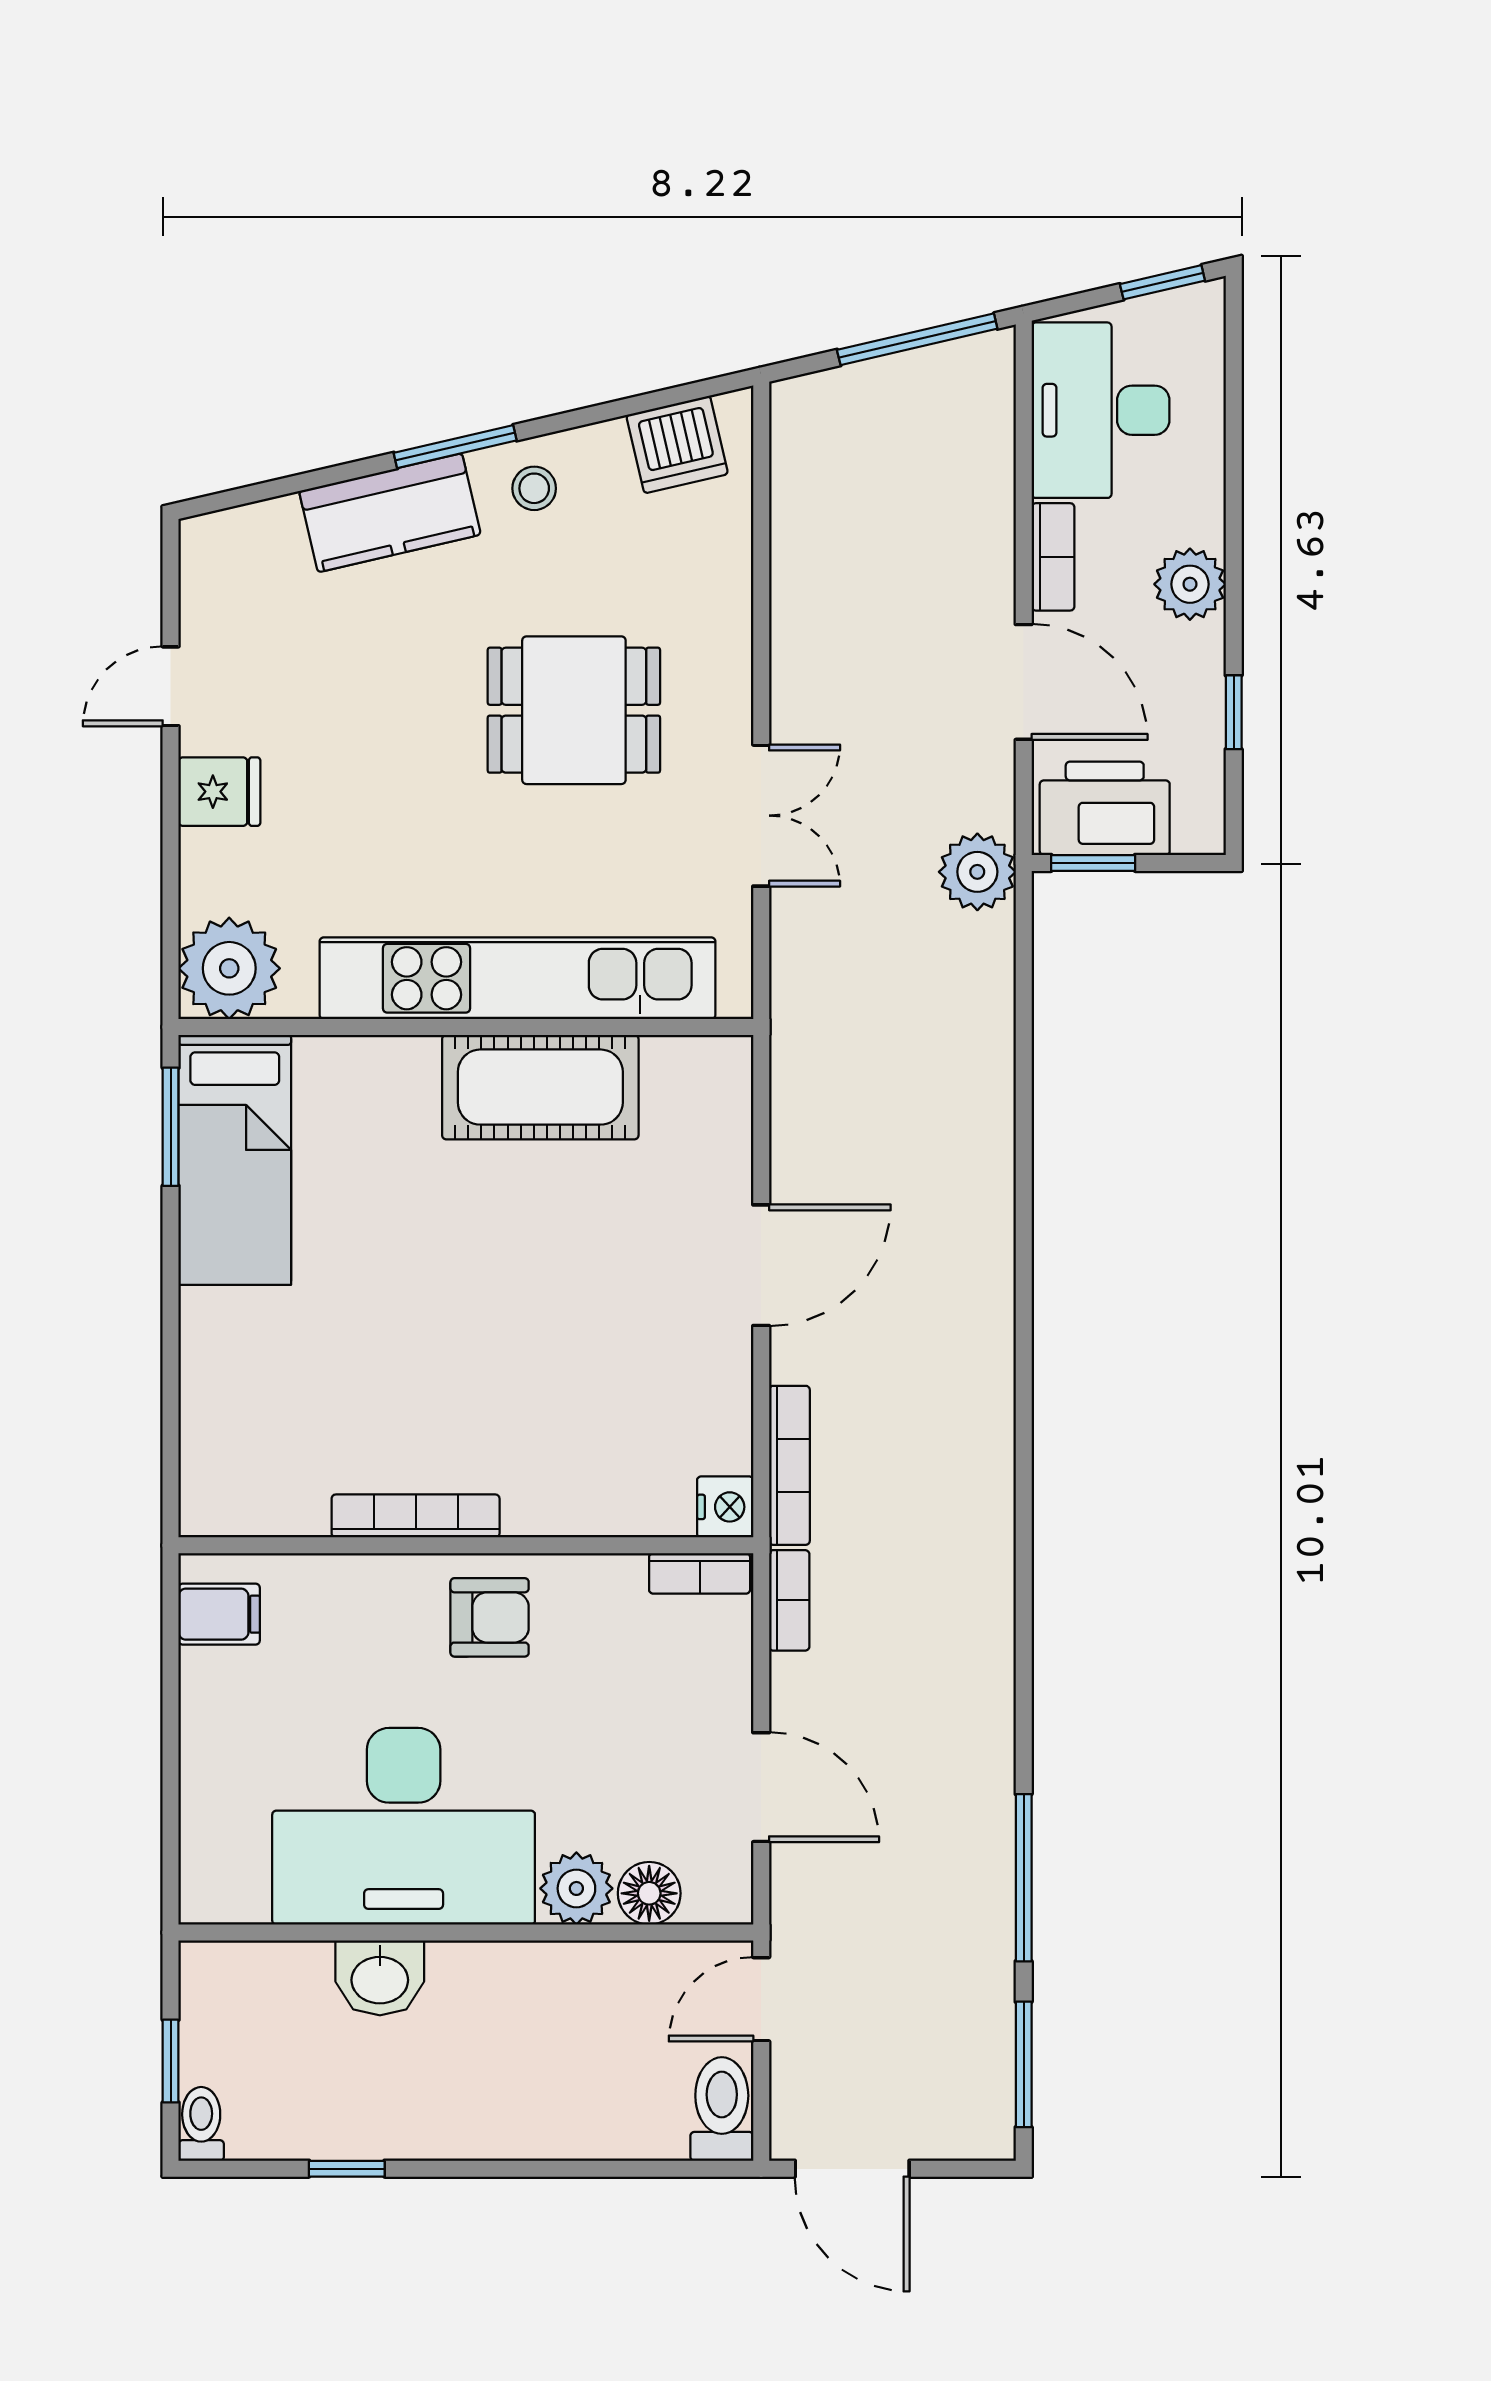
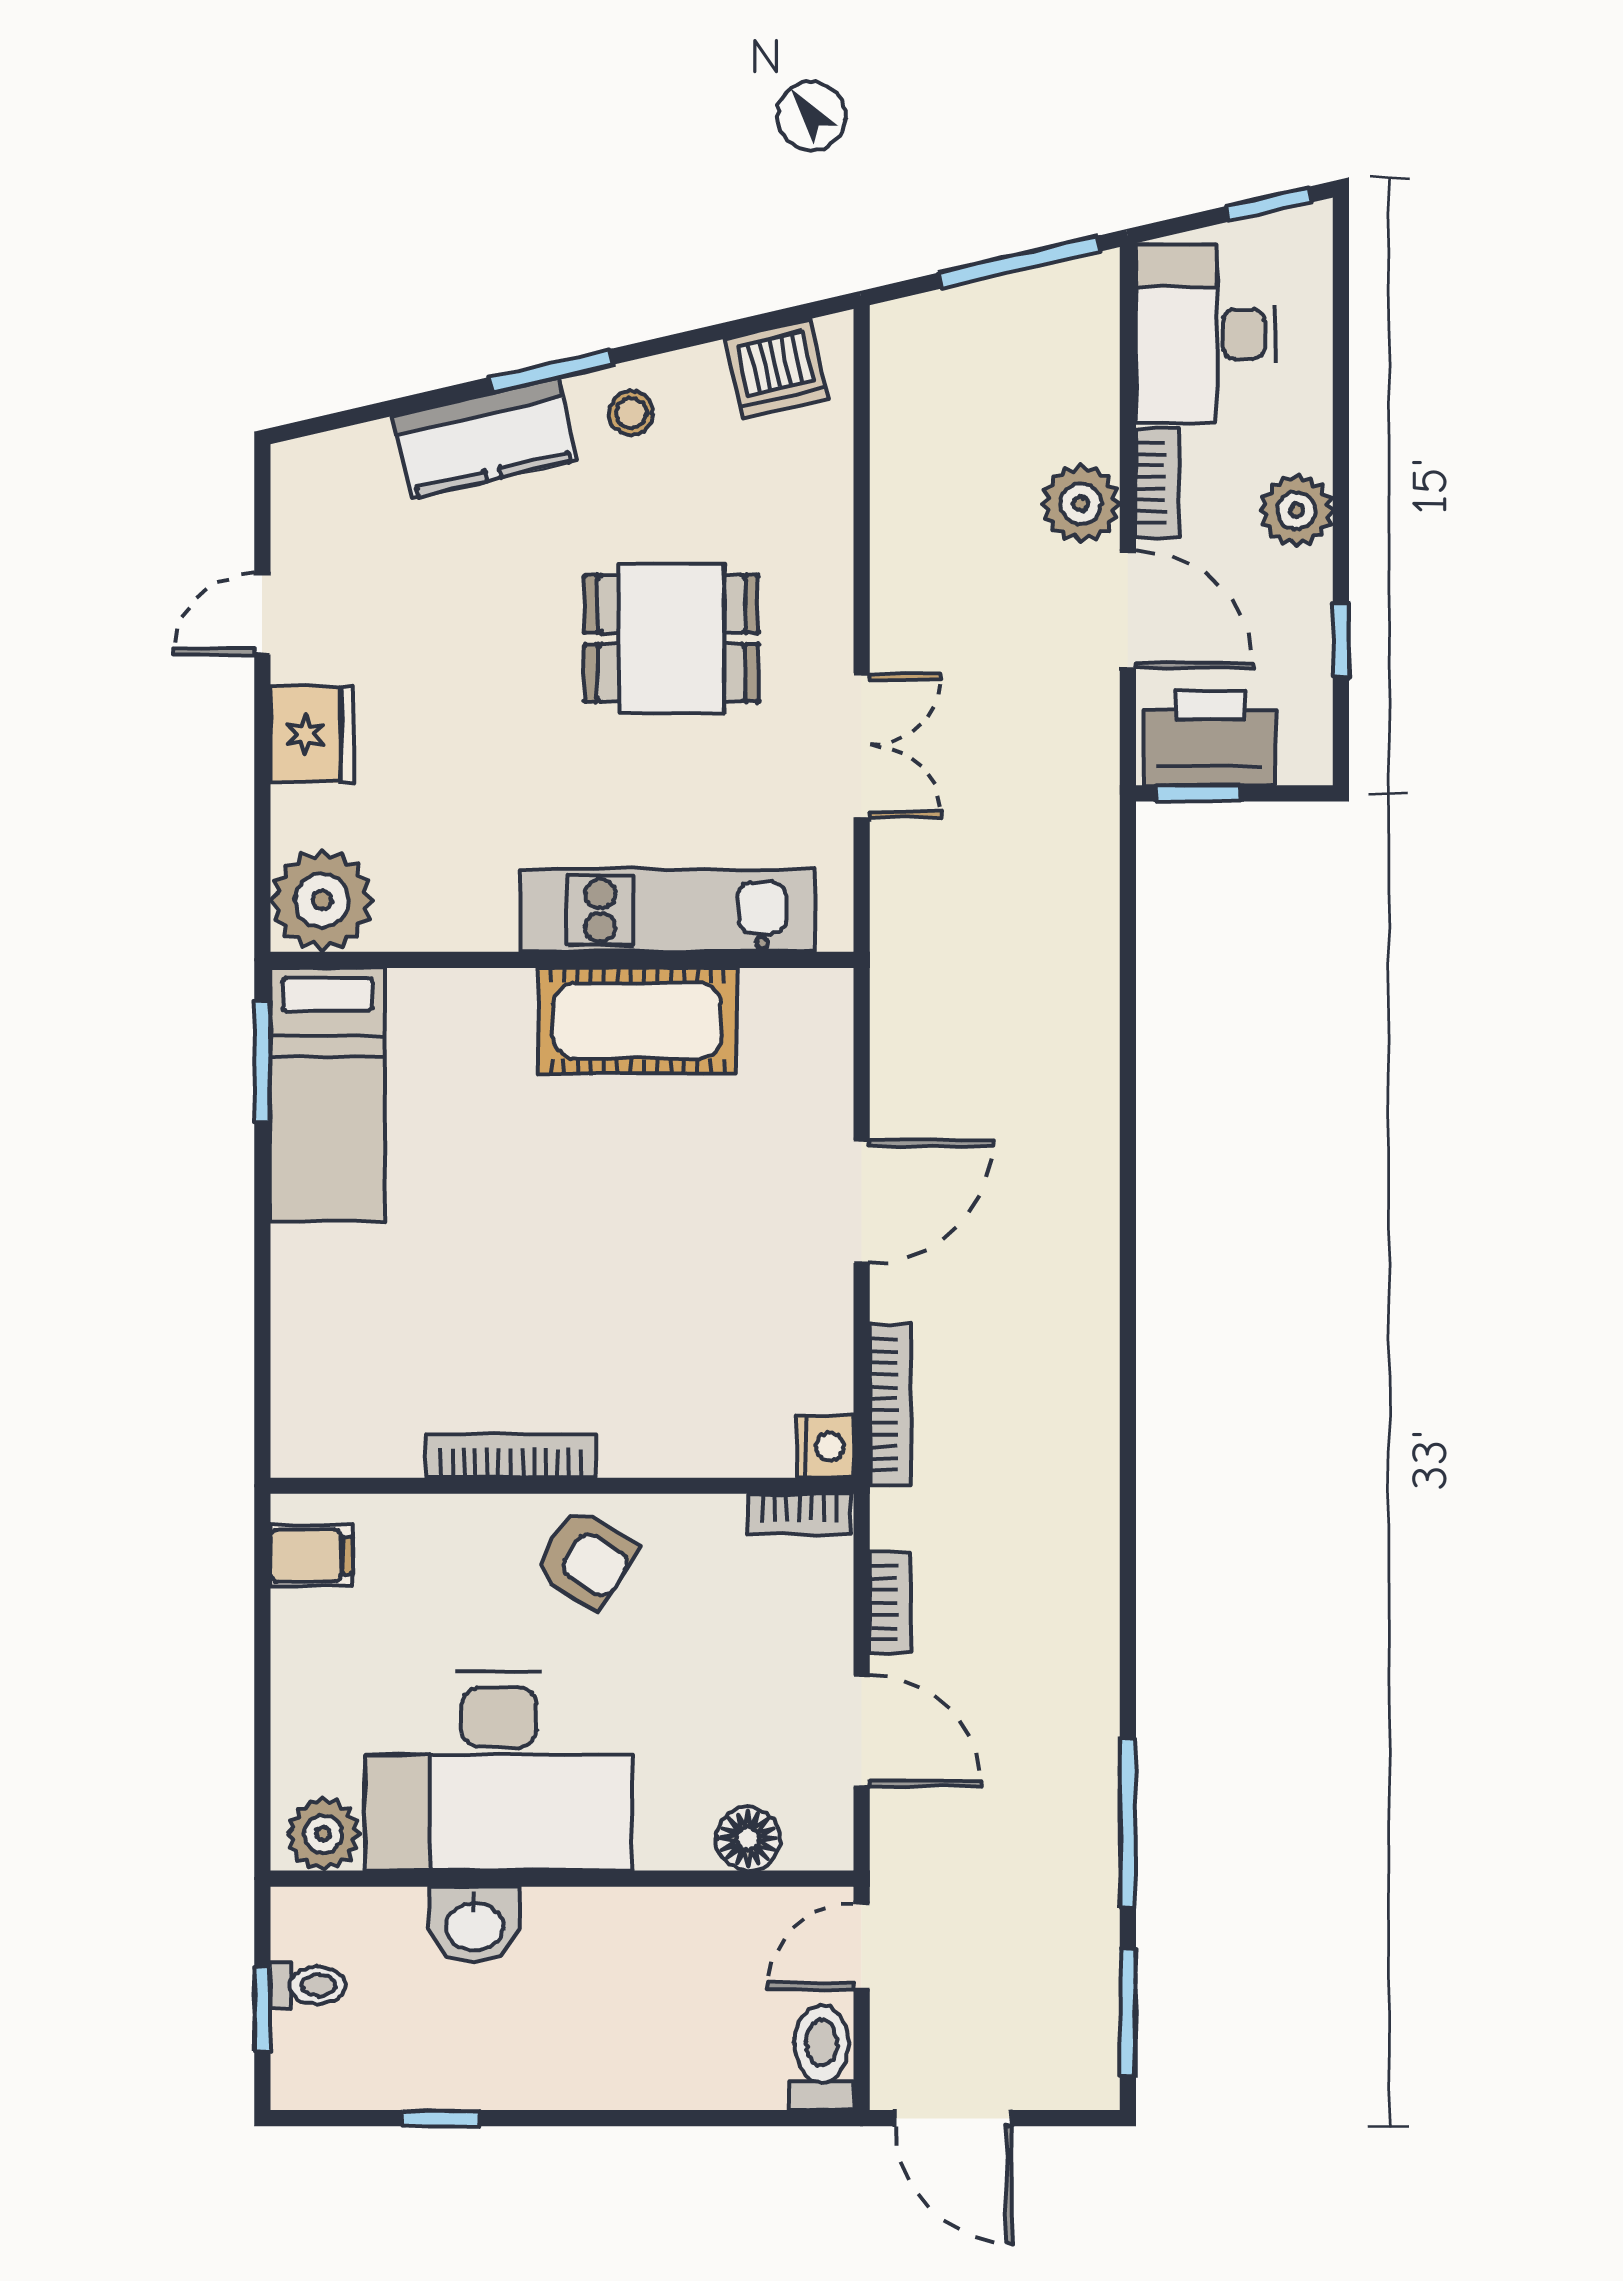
fridge: (219, 792) -> (312, 734), width x1.38
plant: (977, 872) -> (1081, 504), moved
kitchen unit: (518, 978) -> (668, 910), width x0.73
bookcase: (789, 1600) -> (890, 1602), moved
armchair: (490, 1617) -> (586, 1559), turned 32
plant: (576, 1888) -> (323, 1834), moved
toilet: (201, 2124) -> (308, 1985), moved, turned 90

